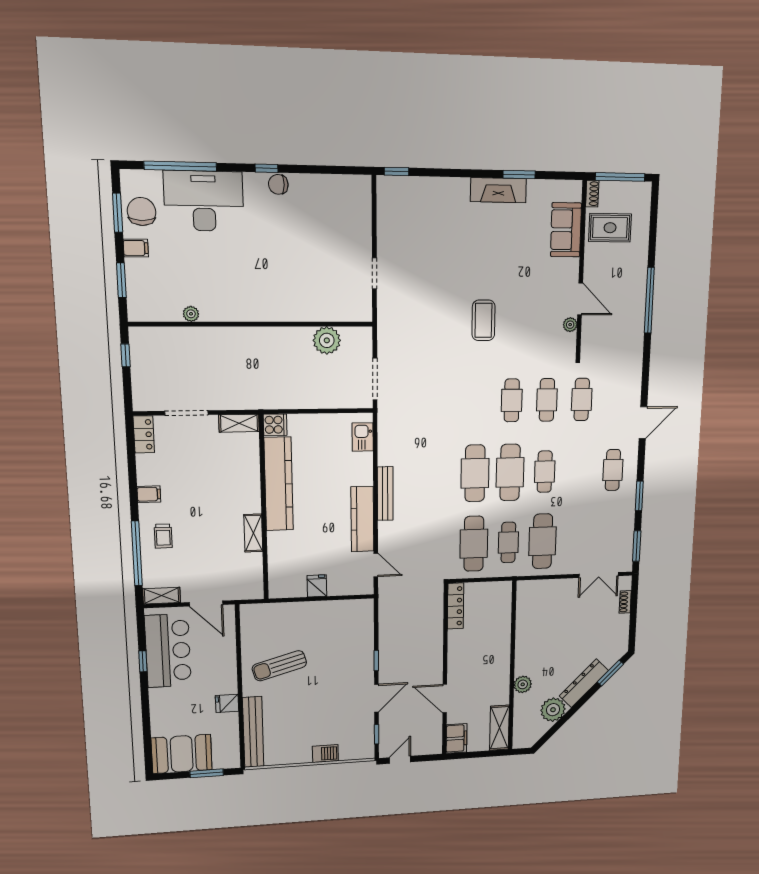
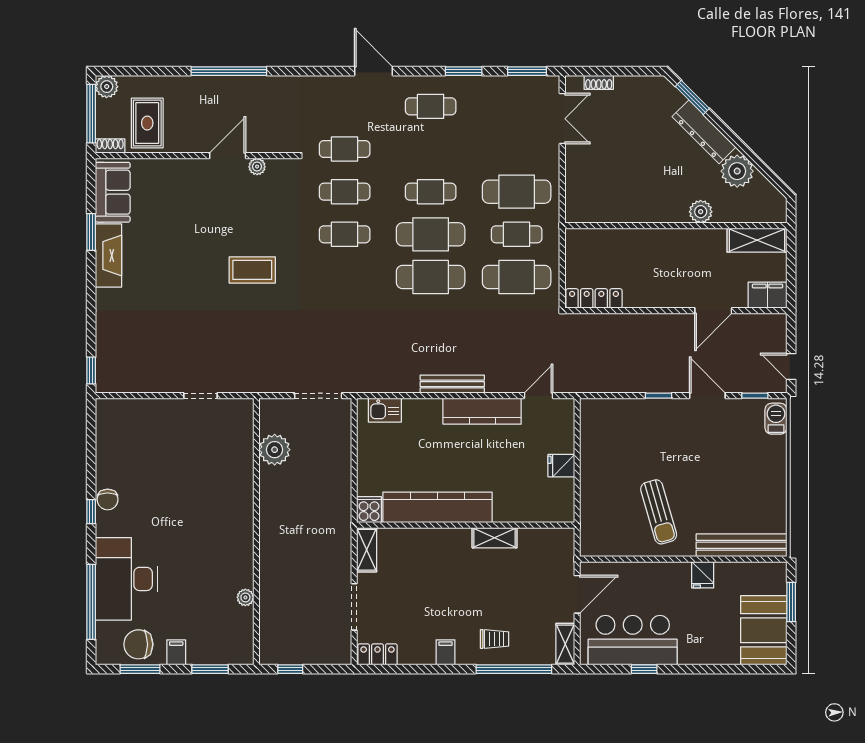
plant: (642, 192) -> (107, 87), added
sofa: (566, 230) -> (113, 192), moved, turned -90
barbecue: (325, 754) -> (776, 419), moved

